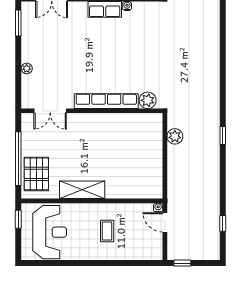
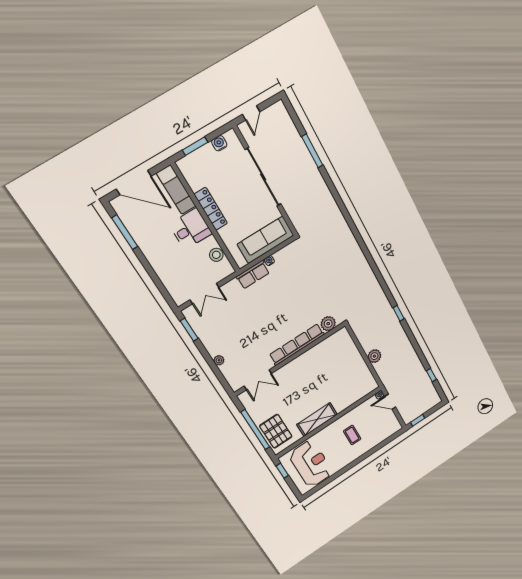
plant: (175, 136) -> (374, 356), moved

